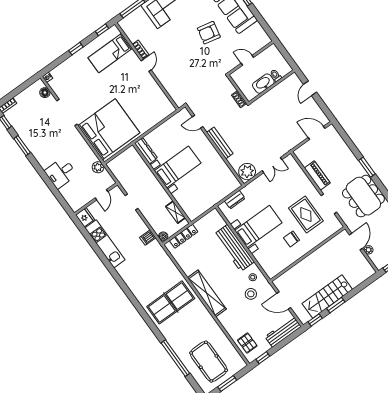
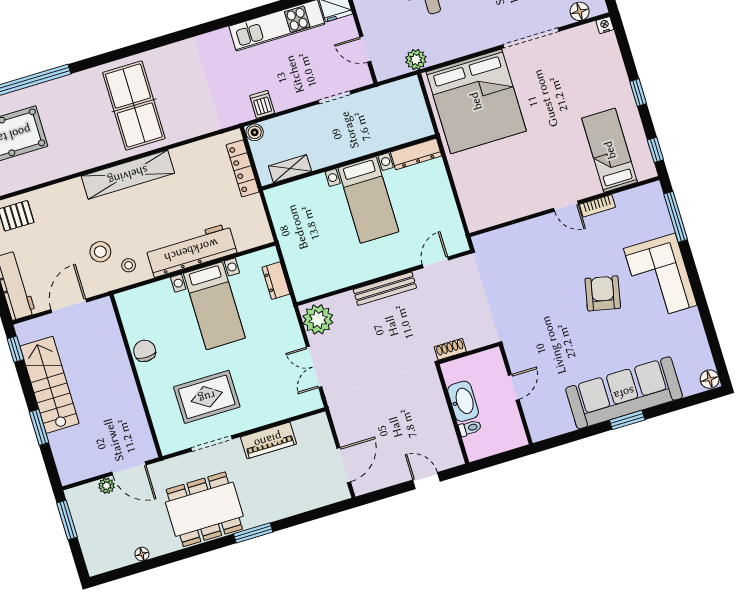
armchair: (209, 33) -> (603, 293), moved
chair: (292, 239) -> (145, 351), moved
window: (336, 305) -> (39, 427), moved

